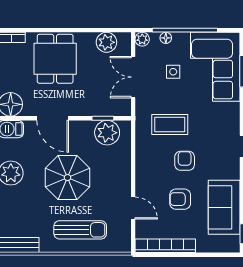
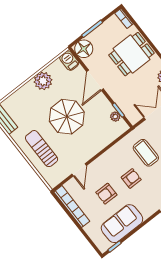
plant: (107, 133) -> (115, 117), width x0.53, depth x0.53
armchair: (180, 199) -> (106, 194), turned -90
sun lounger: (80, 230) -> (42, 149), turned 180

